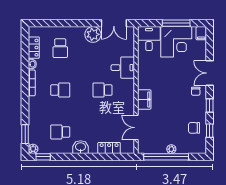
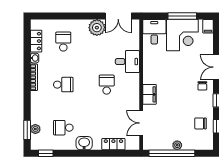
school desk: (60, 48) -> (63, 42), turned 180
school desk: (102, 90) -> (107, 85), turned 90
plant: (33, 149) -> (35, 129), moved

